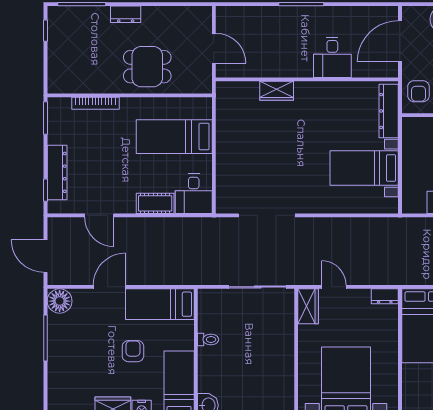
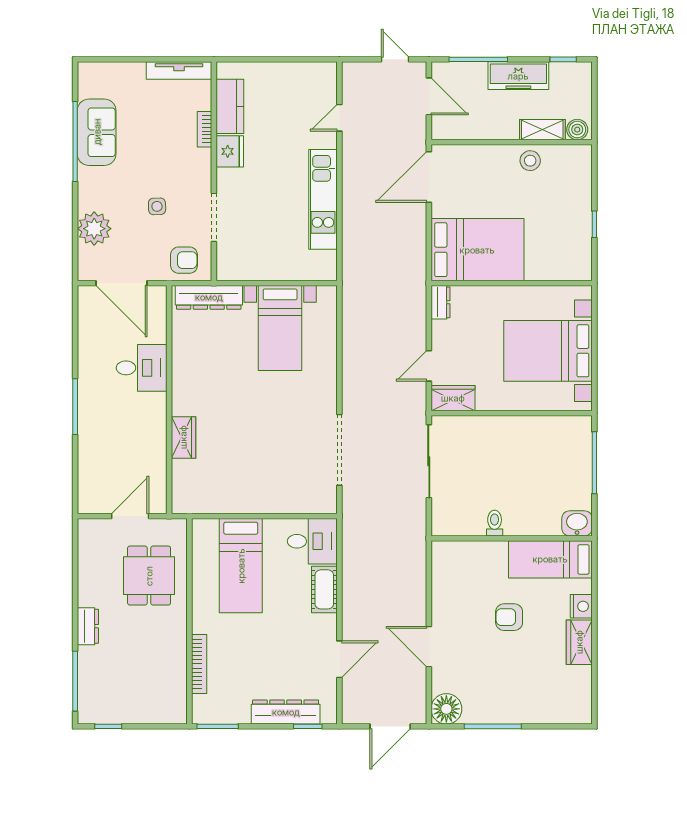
dining table: (147, 67) -> (149, 576), moved
bed: (160, 304) -> (450, 584), removed

